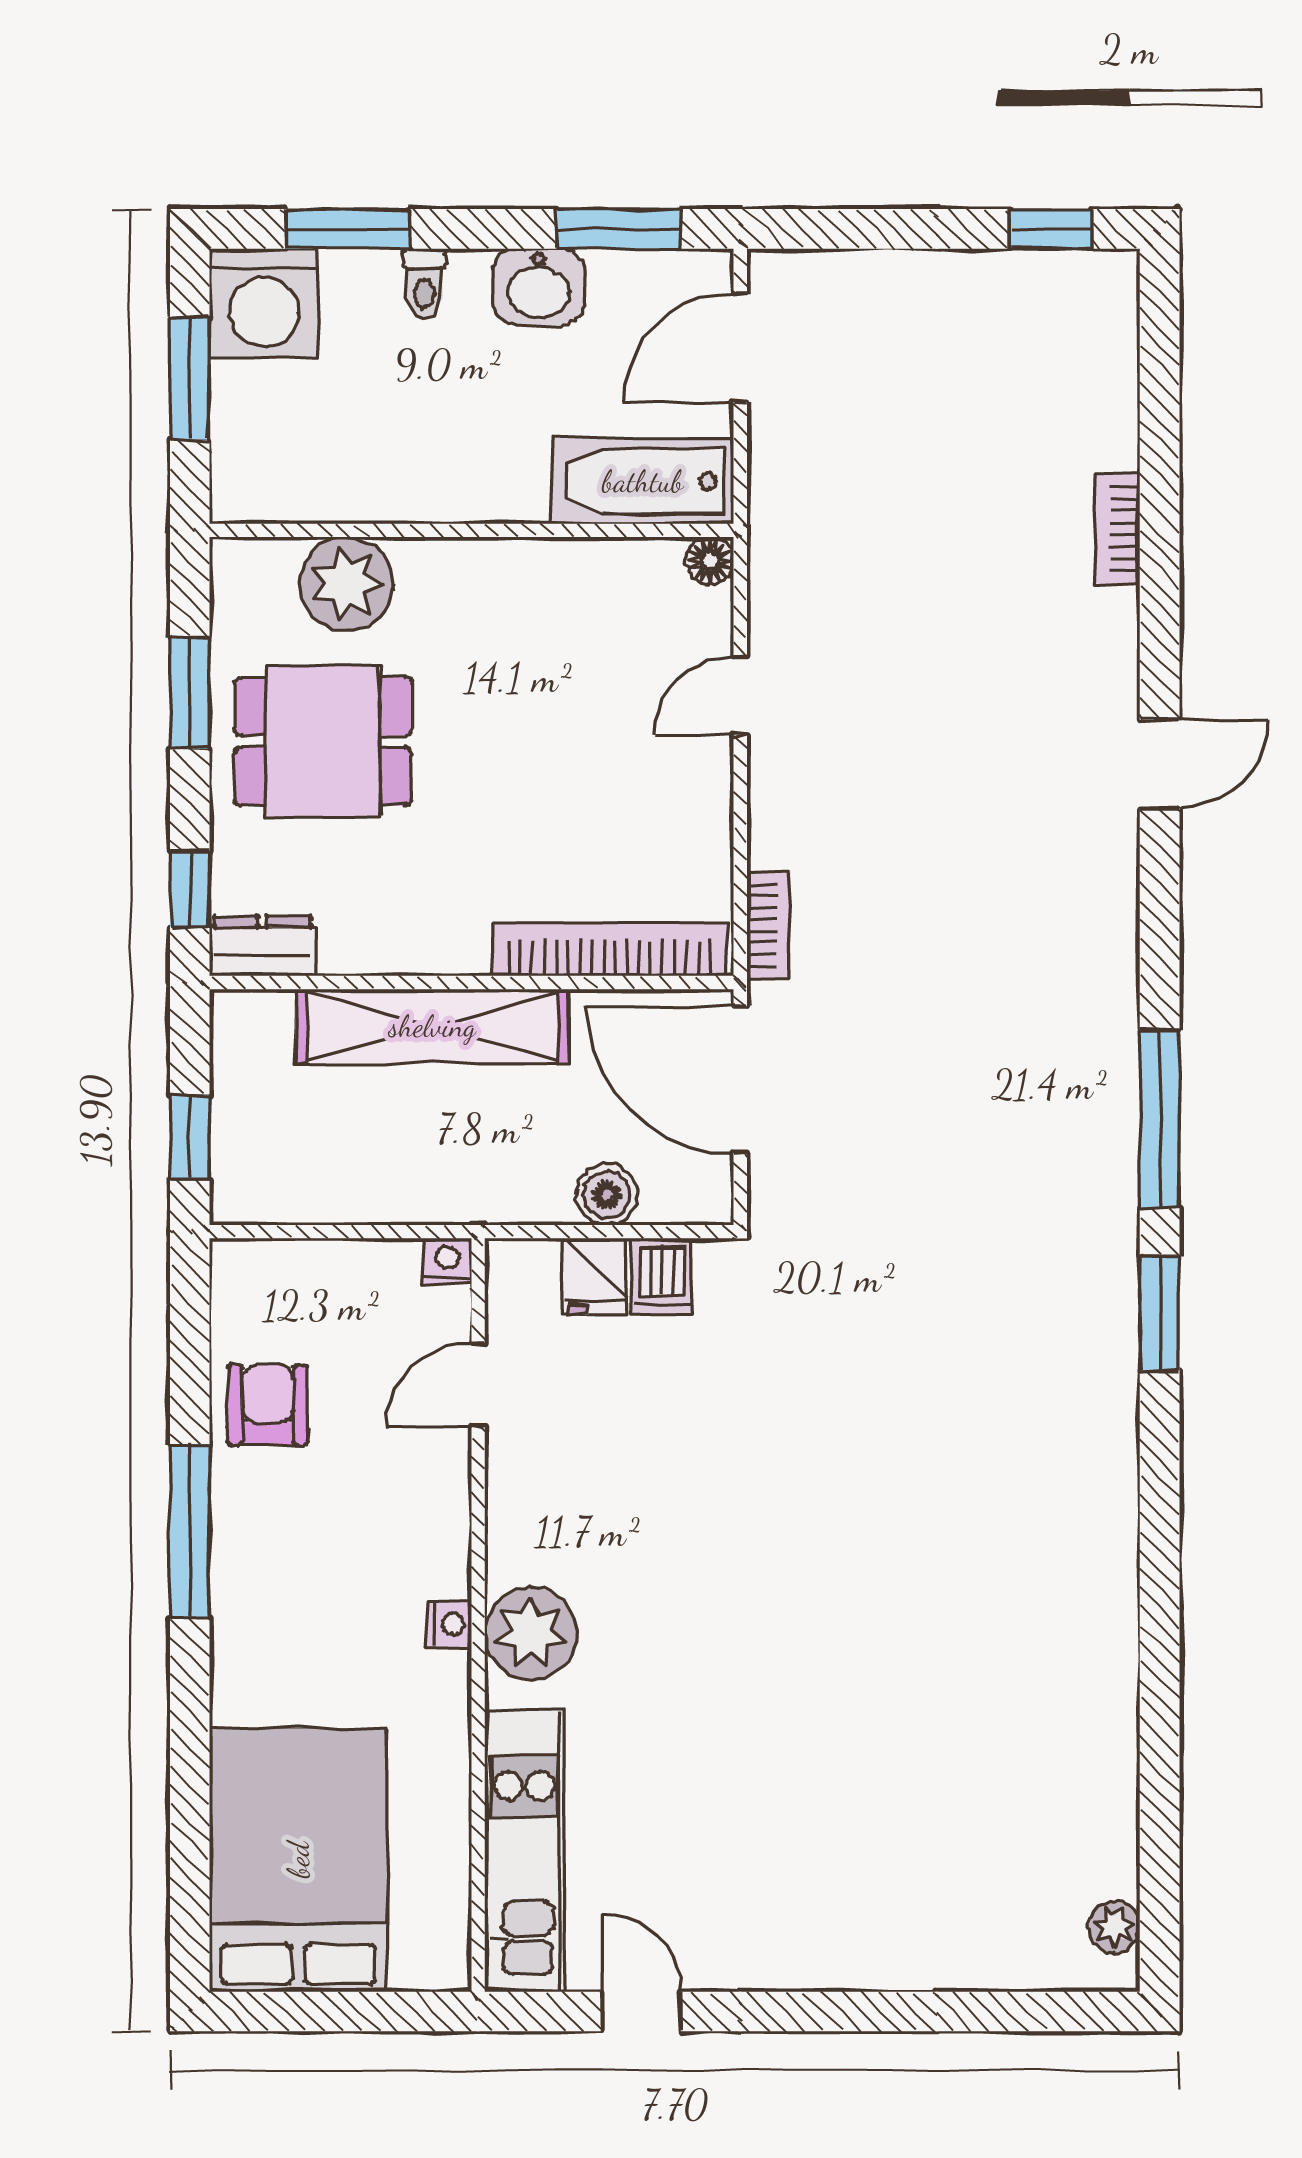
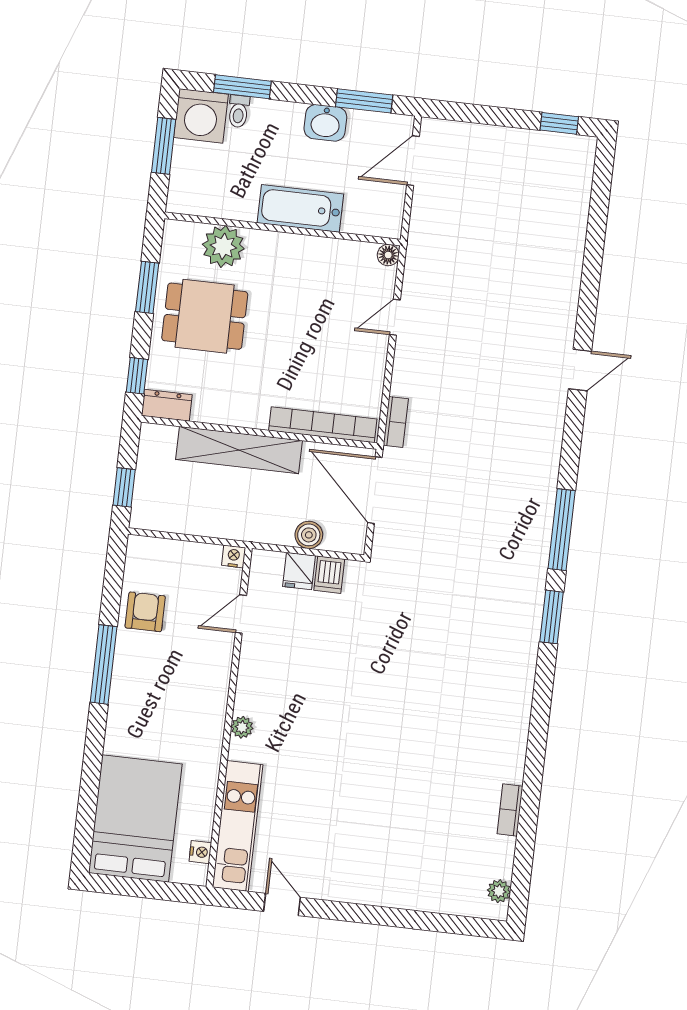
toilet: (424, 284) -> (239, 111), moved
bathtub: (643, 481) -> (300, 208), moved
bookcase: (1118, 529) -> (510, 810), moved
nightstand: (449, 1624) -> (200, 852), moved
plant: (531, 1633) -> (242, 727), width x0.53, depth x0.53

